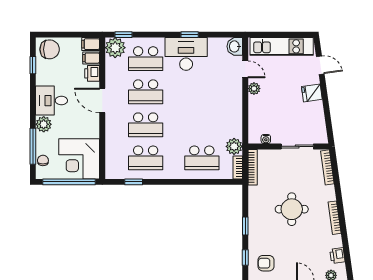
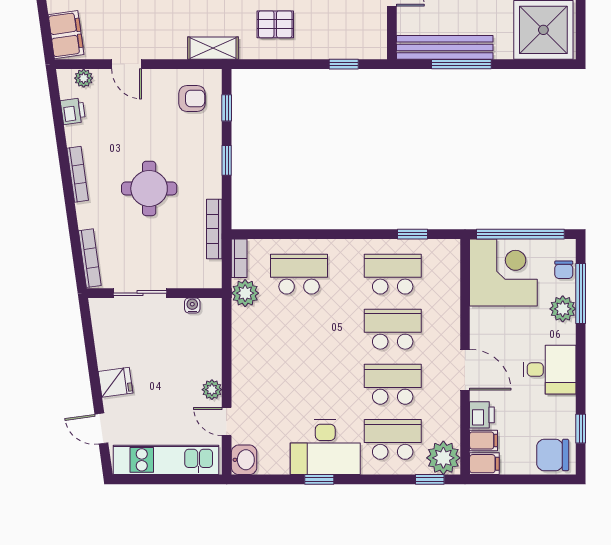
plant: (44, 124) -> (563, 309), moved
bookcase: (253, 167) -> (214, 229), moved

